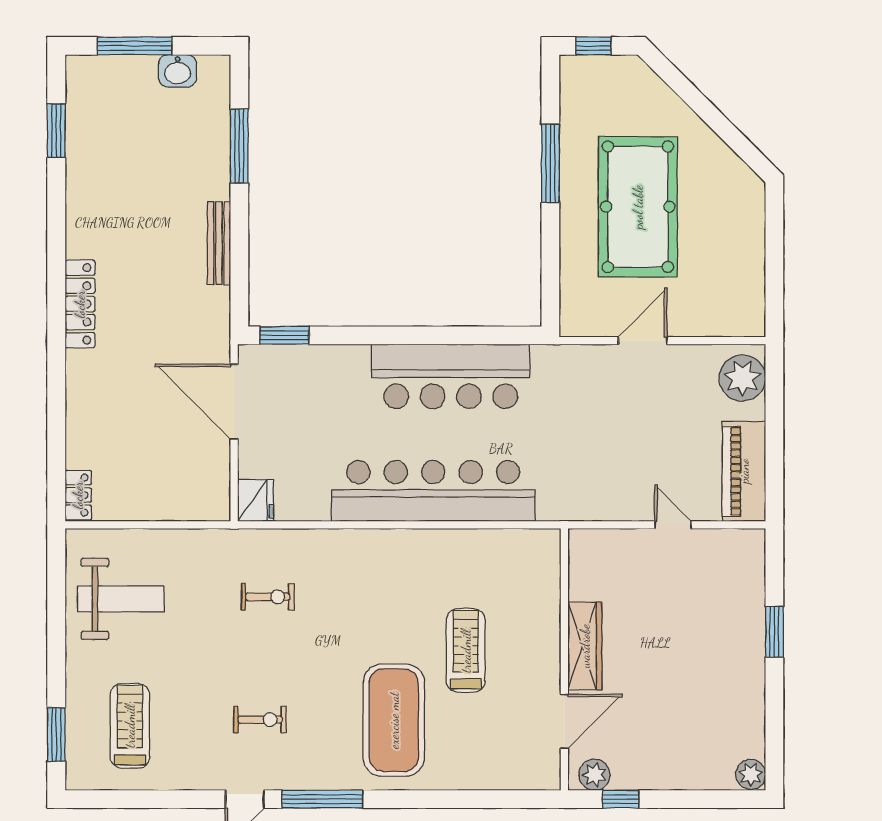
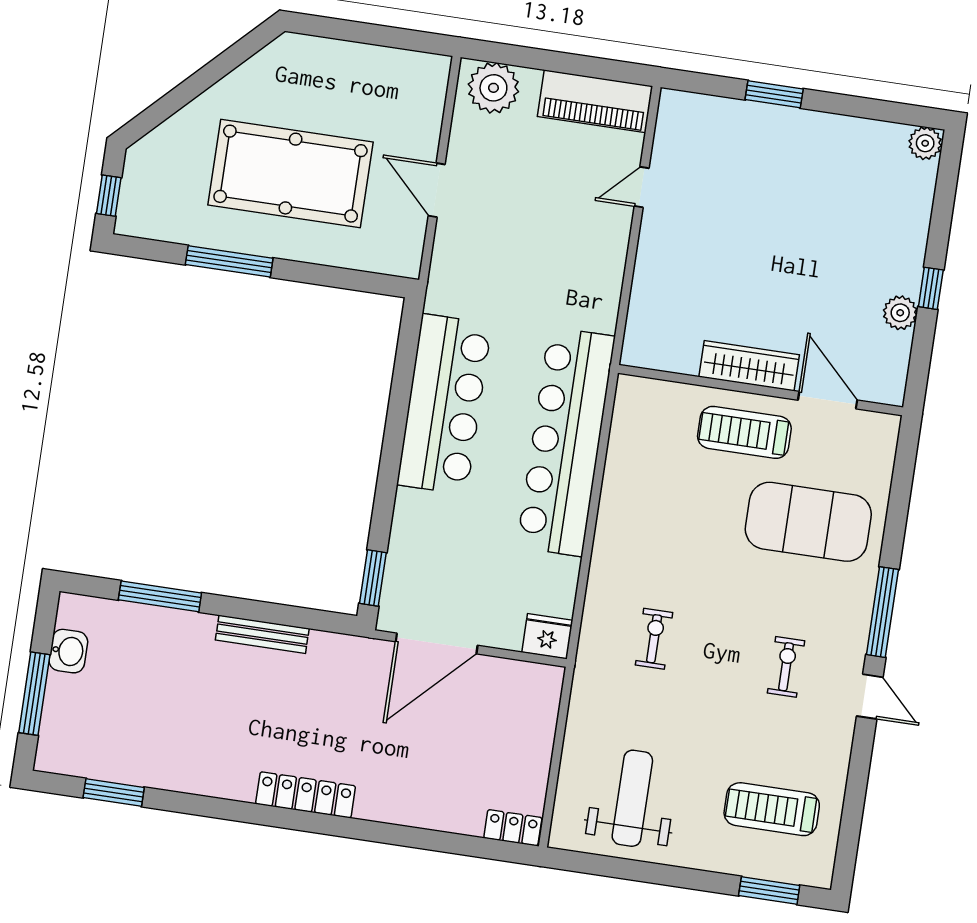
wardrobe: (585, 646) -> (749, 366), moved
wall: (564, 659) -> (760, 390), moved
door: (564, 721) -> (828, 400), moved

